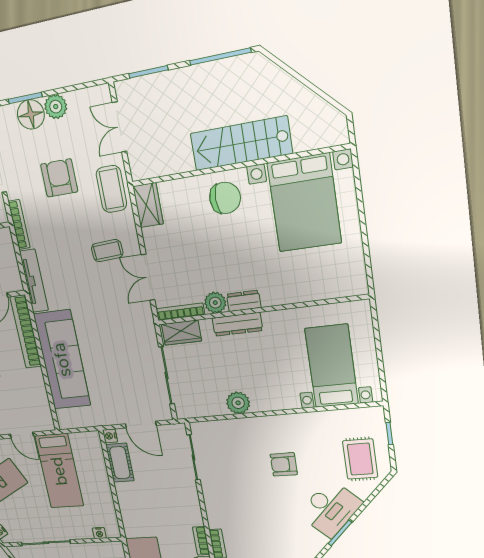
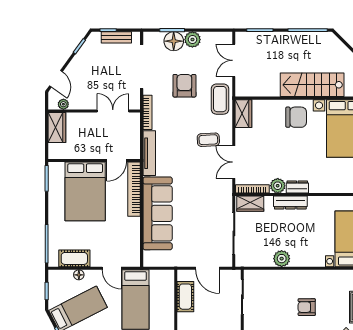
nightstand: (110, 436) -> (182, 275), removed

